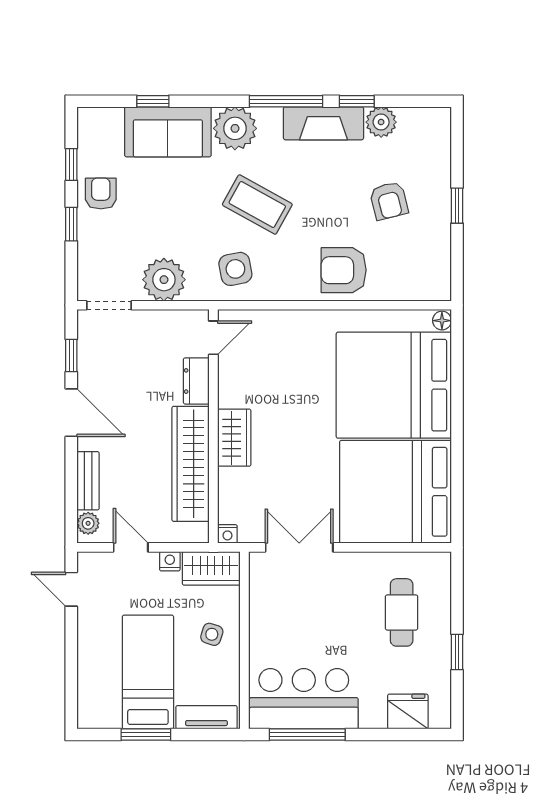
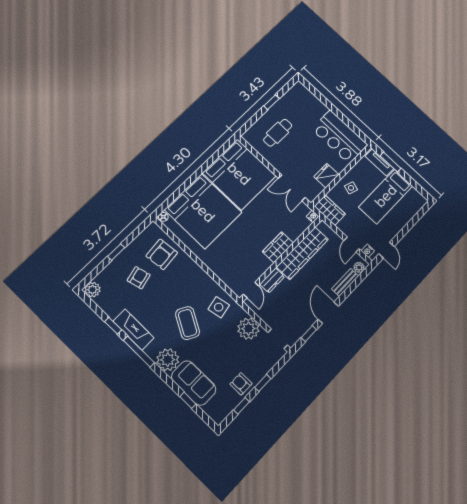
plant: (381, 122) -> (92, 290), moved
armchair: (101, 193) -> (241, 384), turned 90
armchair: (344, 270) -> (162, 254), moved, turned 84
door: (213, 338) -> (251, 290), swing flipped
nightstand: (170, 561) -> (368, 251), moved
fridge: (408, 712) -> (326, 176), moved, turned 90
window: (146, 735) -> (391, 162), moved
window: (307, 735) -> (350, 124), removed

